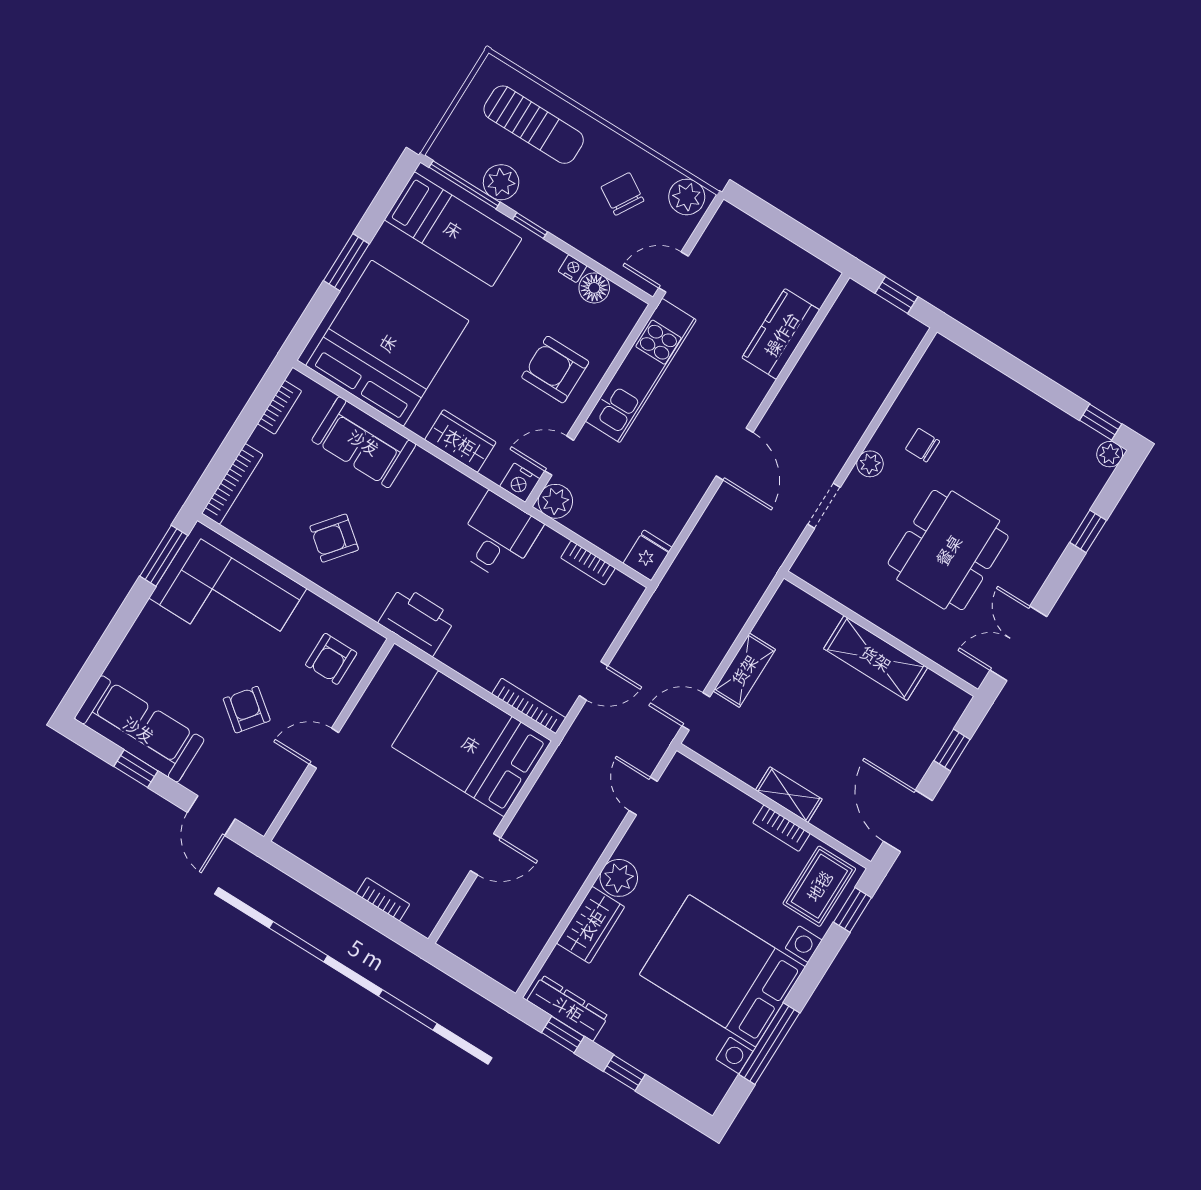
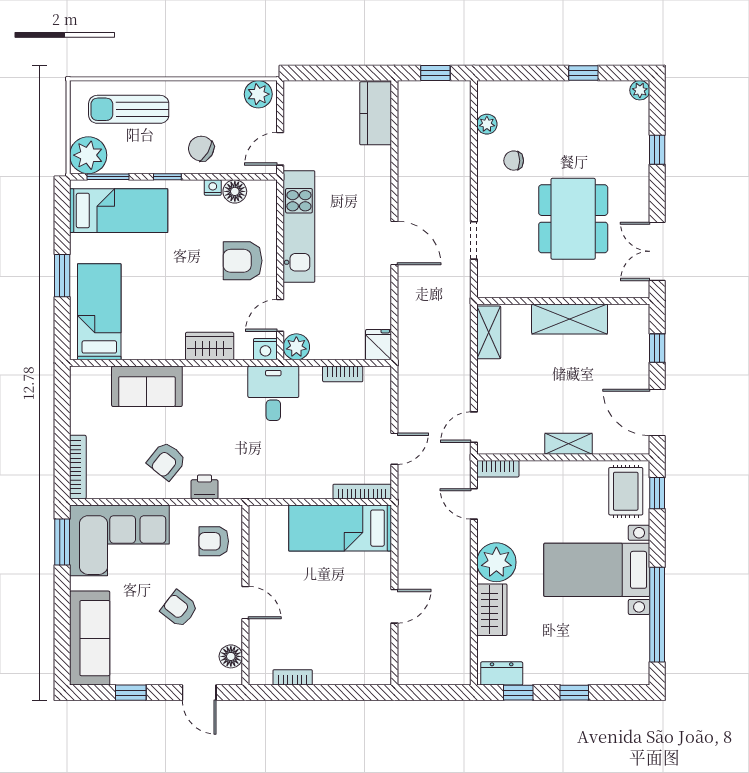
sun lounger: (534, 125) -> (129, 109), turned 180
plant: (501, 182) -> (88, 155), moved, width x1.36, depth x1.36
window: (465, 185) -> (108, 177), width x0.69
chair: (622, 194) -> (201, 149), moved
kitchen counter: (781, 334) -> (376, 113), moved
bed: (387, 343) -> (99, 312), width x0.49
bookcase: (280, 407) -> (78, 398), removed
window: (1101, 422) -> (583, 73), moved
plant: (870, 464) -> (487, 124), moved
printer: (417, 621) -> (204, 487), moved, width x0.53, depth x0.68
armchair: (331, 659) -> (214, 541), turned 90
shelving: (744, 670) -> (489, 332), moved
sofa: (139, 729) -> (90, 638), moved, turned 90
bed: (471, 744) -> (340, 528), width x0.67
door: (324, 748) -> (245, 603), swing flipped
floor lamp: (271, 797) -> (231, 656), added
bookcase: (781, 828) -> (498, 469), moved
plant: (619, 878) -> (496, 562), width x1.36, depth x1.36
bookcase: (383, 899) -> (293, 677), moved
bed with nightstands: (722, 971) -> (597, 570), width x0.73
dresser: (568, 1008) -> (502, 673), width x0.70
window: (769, 1044) -> (657, 615), width x1.46

